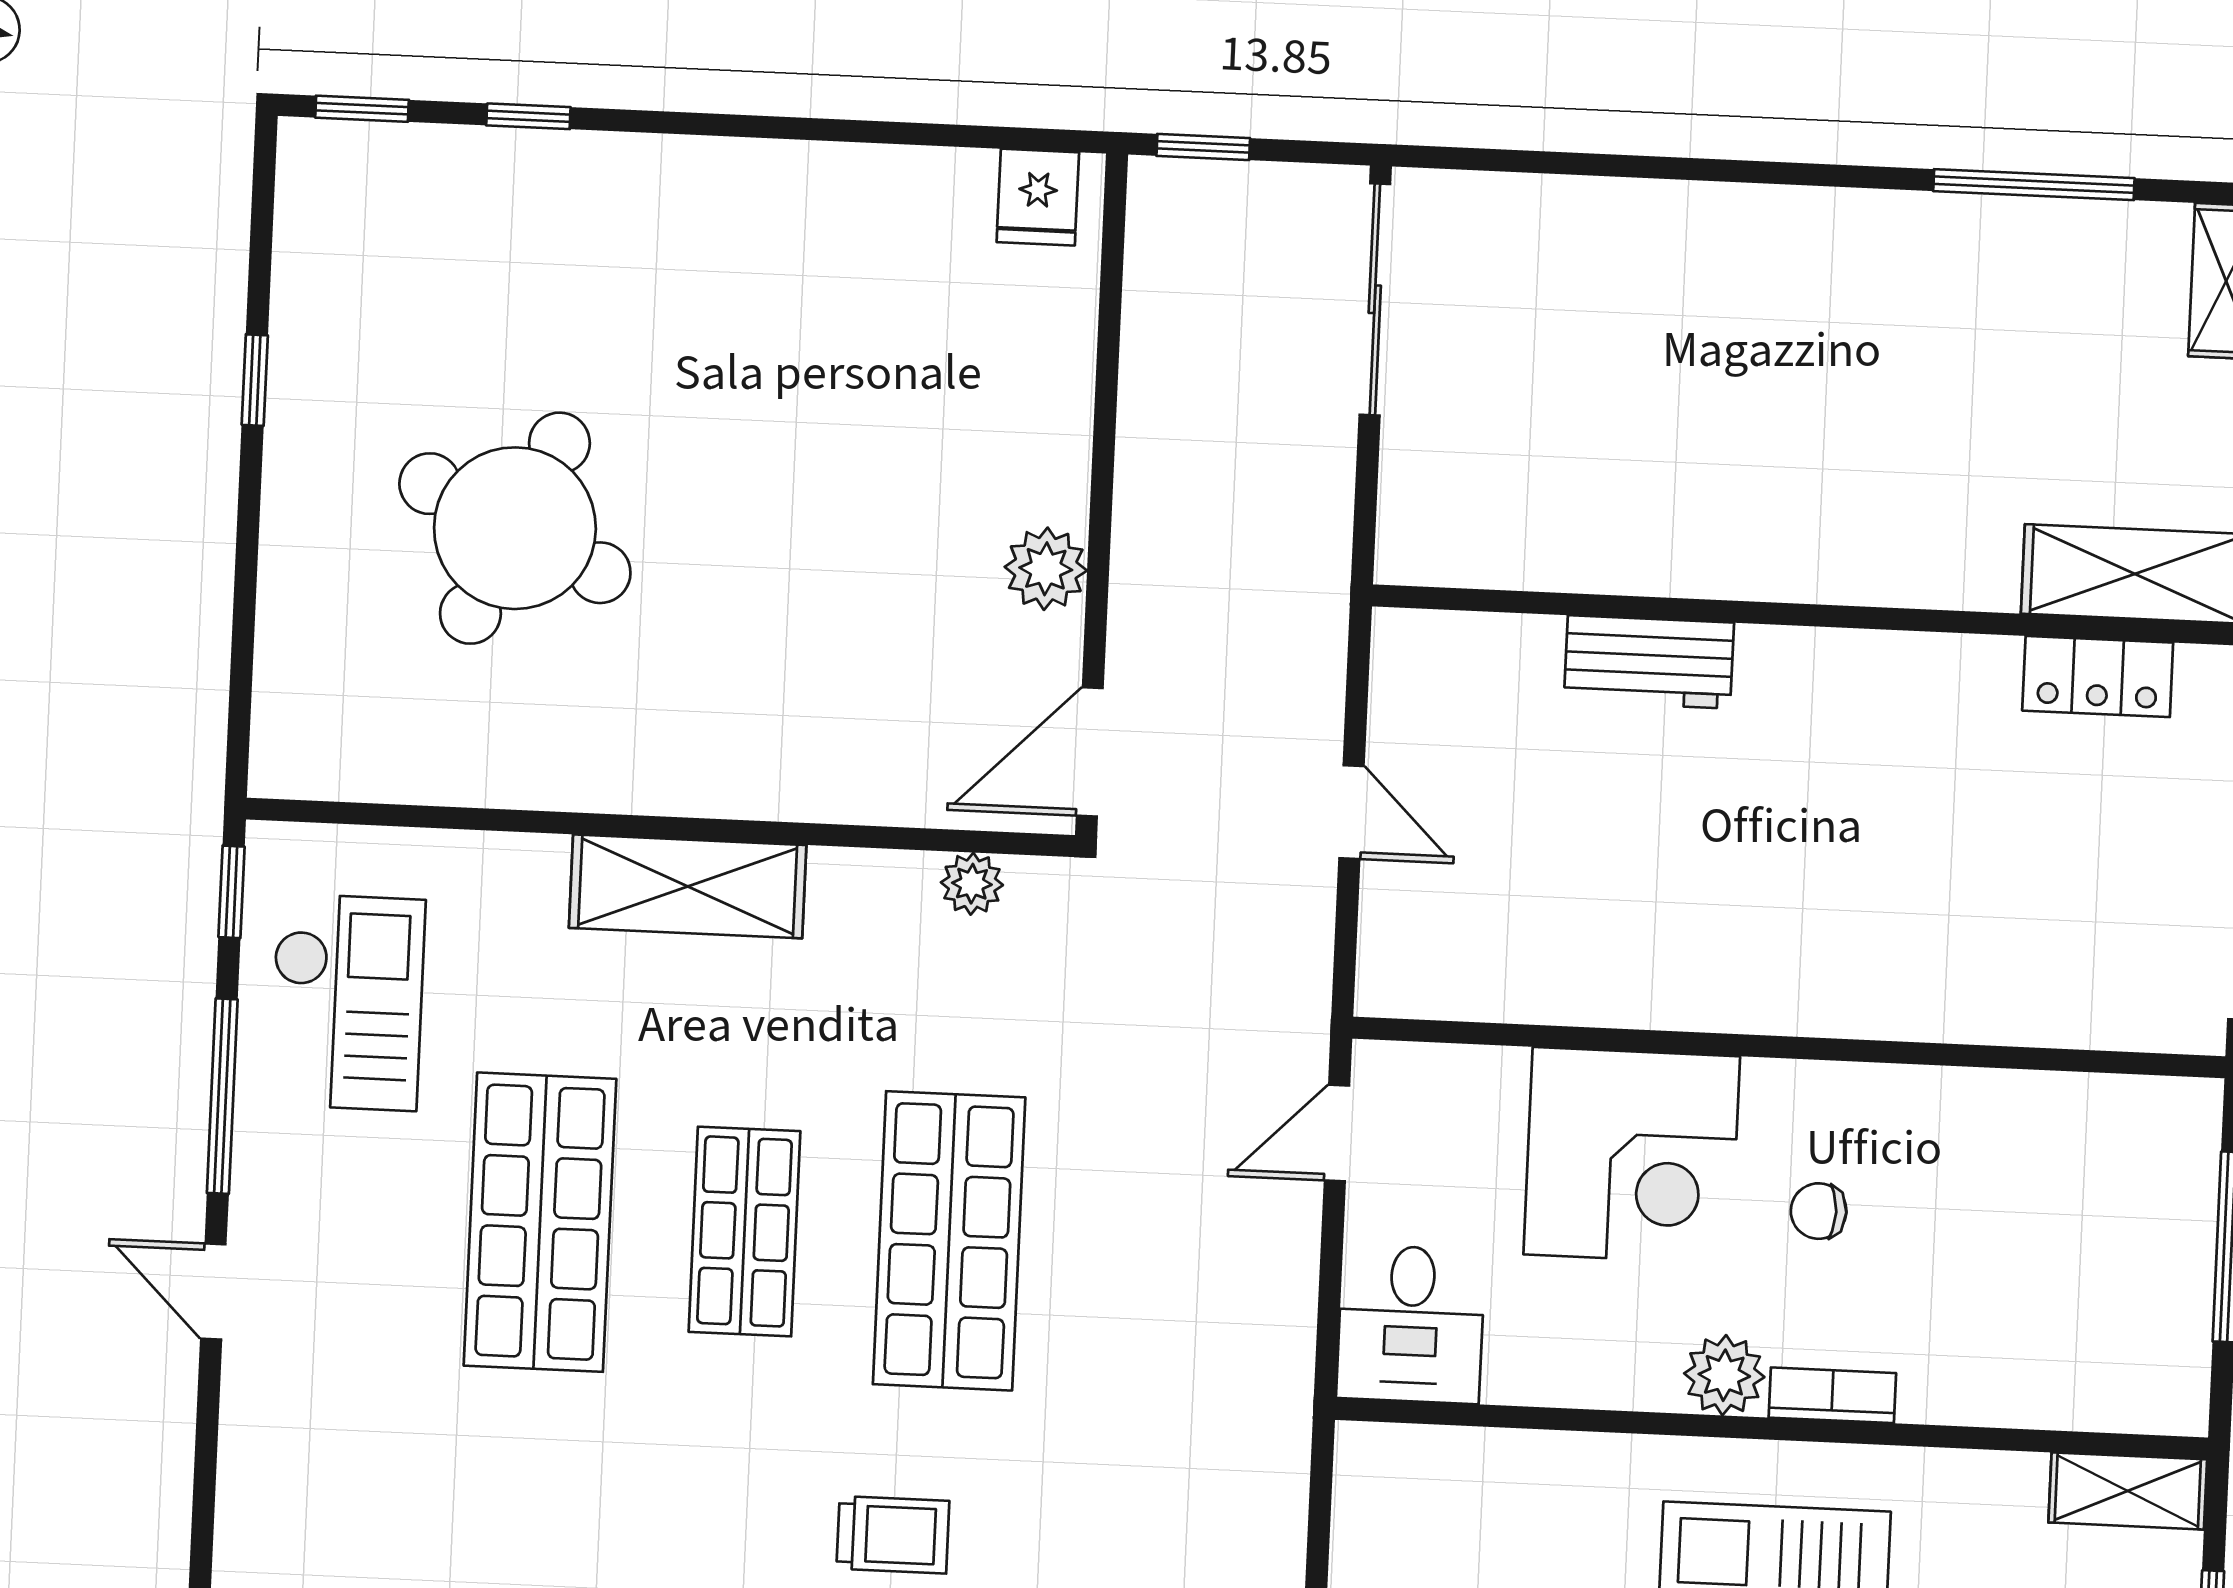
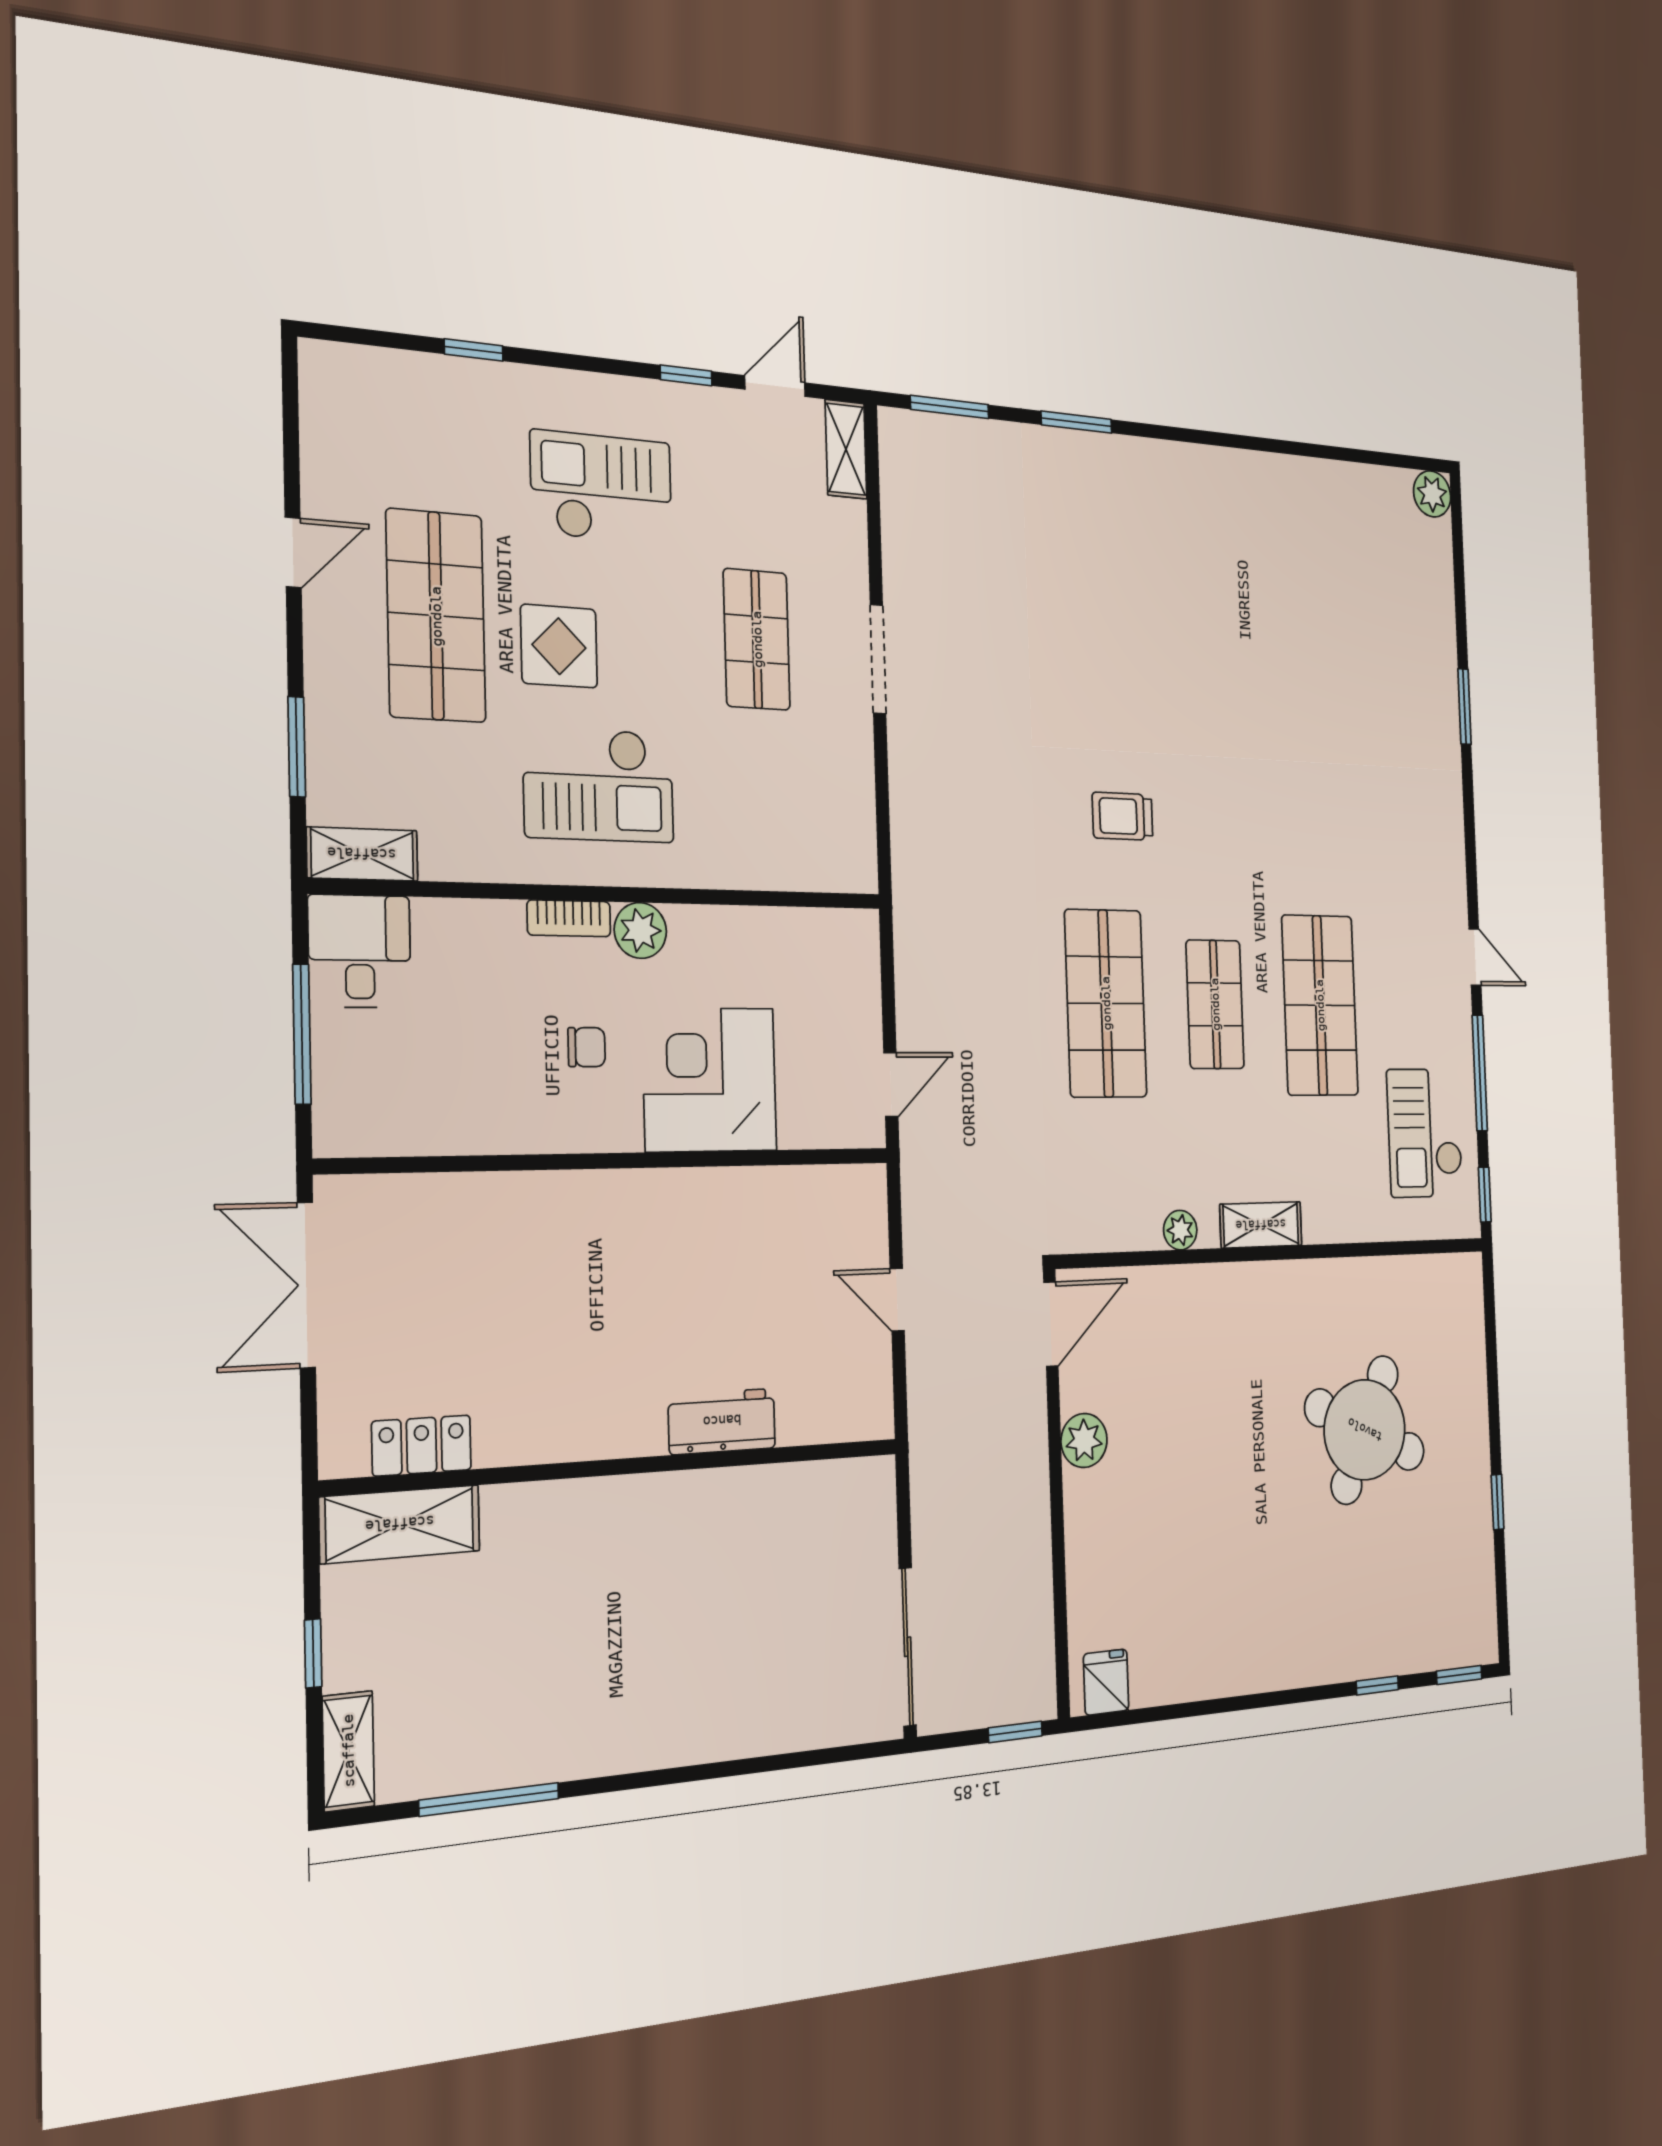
plant: (972, 884) -> (1180, 1230), moved
shelving: (688, 886) -> (1261, 1225), width x0.67, depth x0.75
desk: (1411, 1324) -> (360, 951), moved

